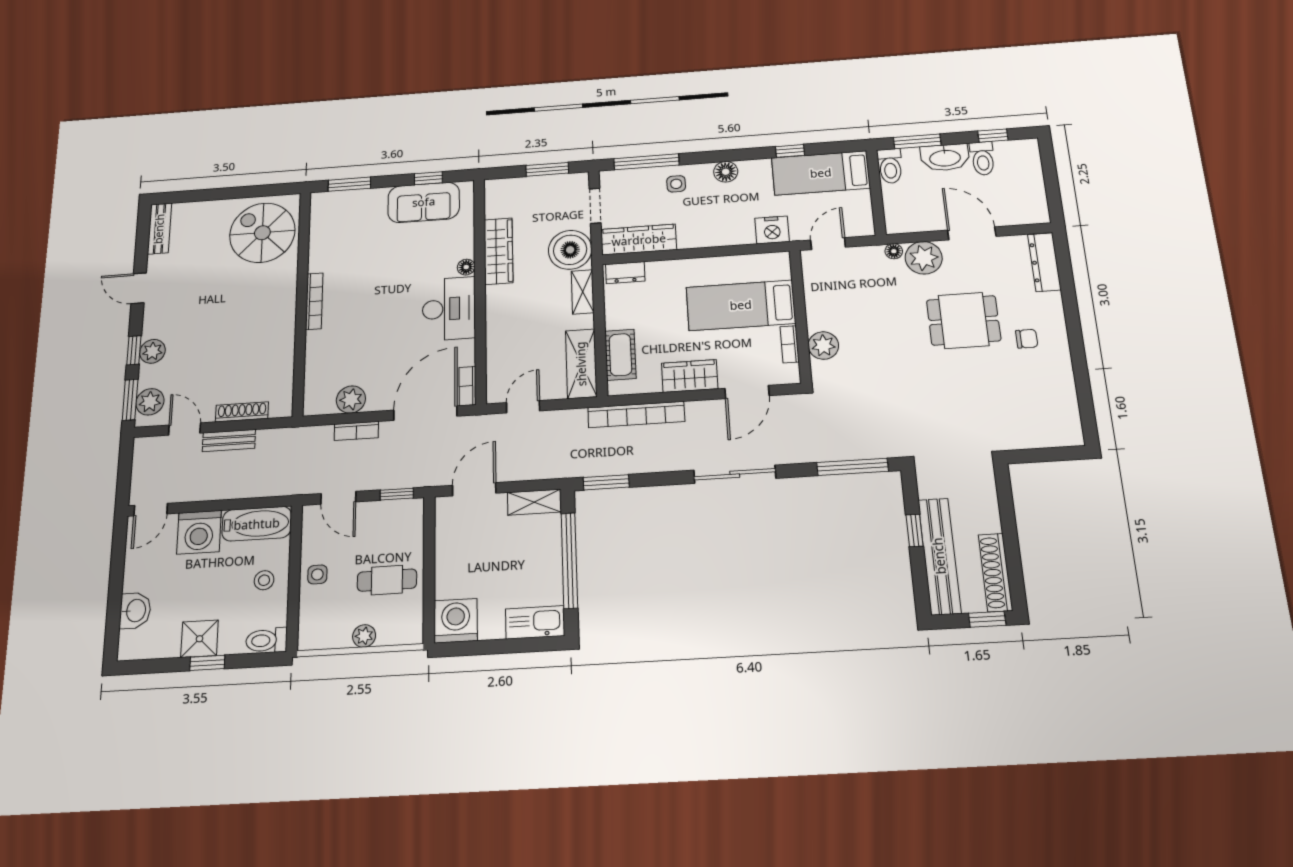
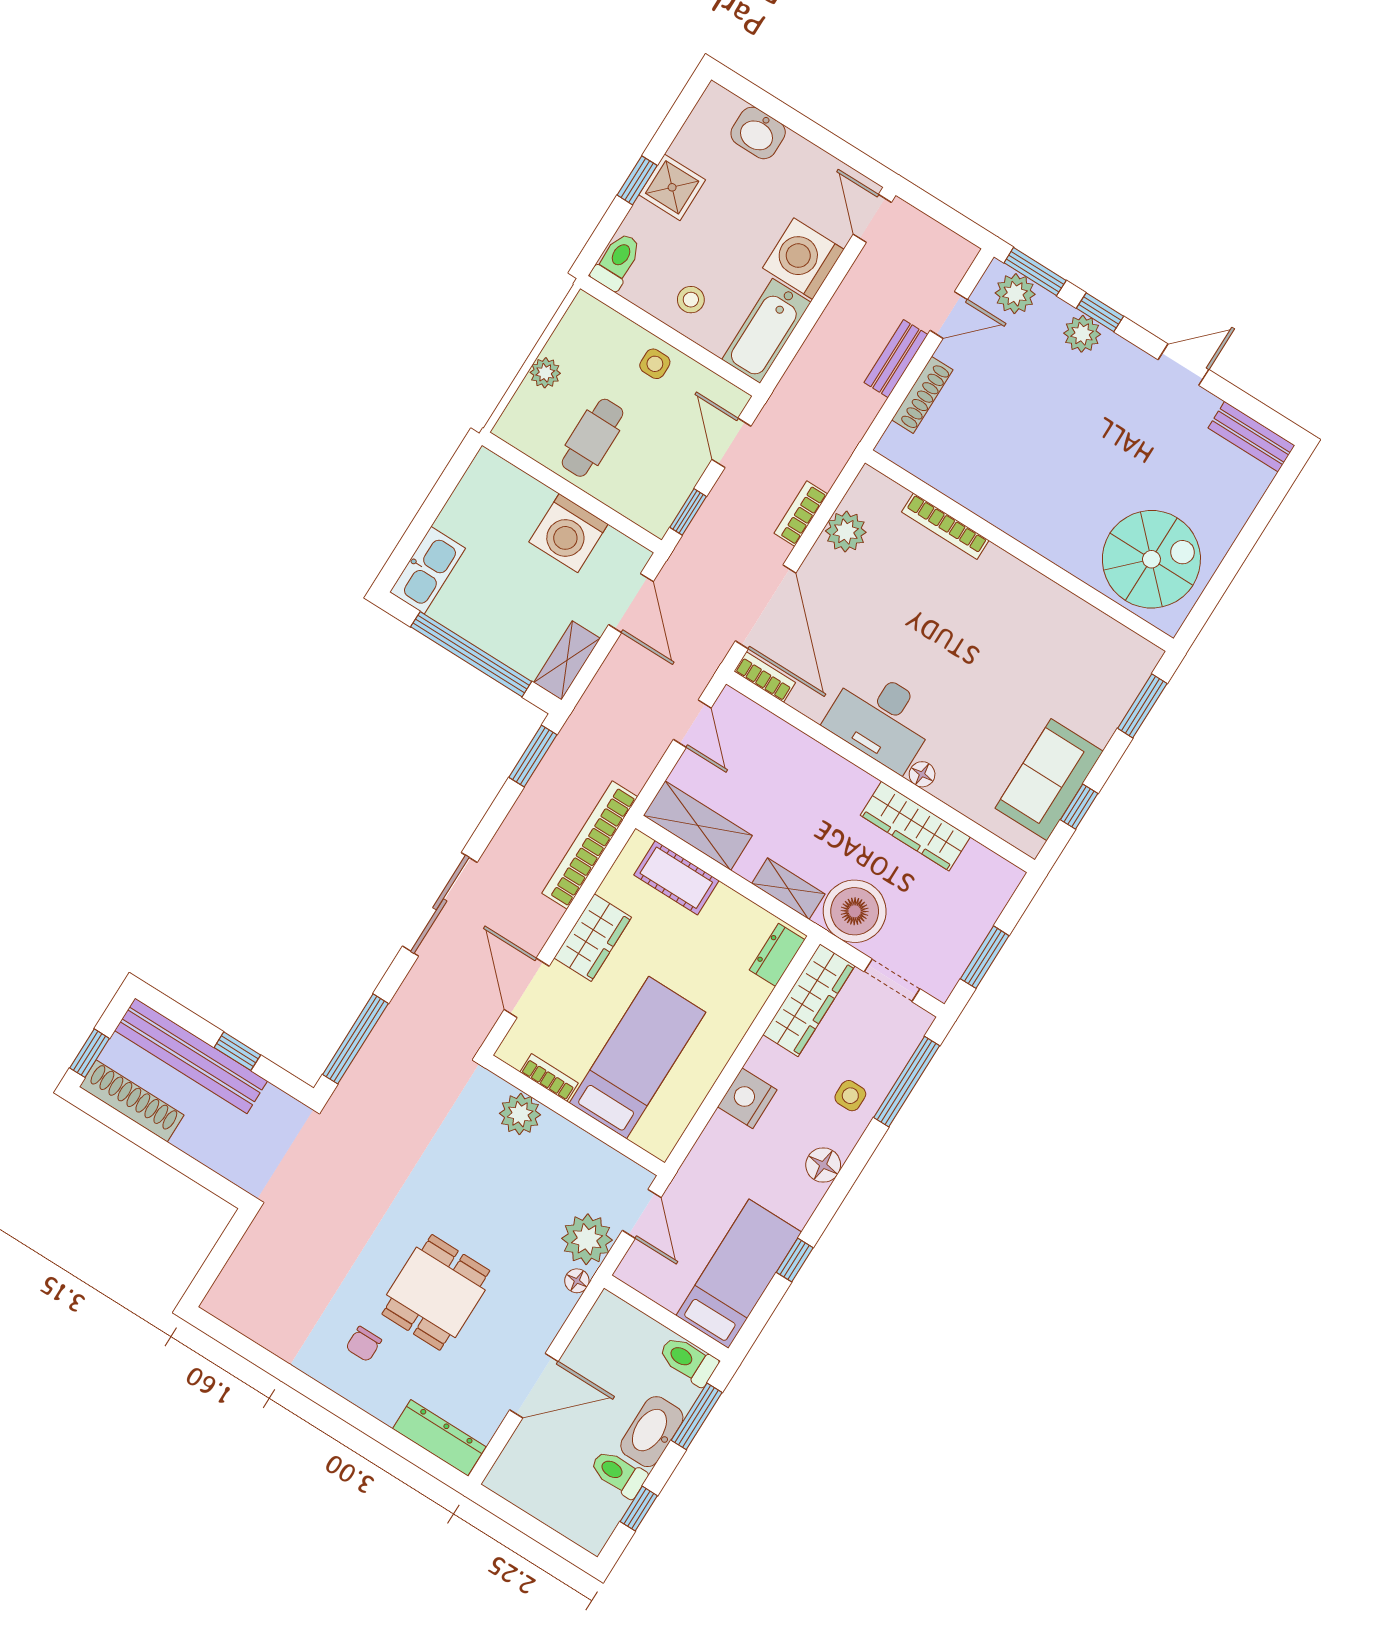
nightstand: (772, 230) -> (747, 1098), moved
plant: (924, 258) -> (587, 1239), moved
bookcase: (314, 301) -> (945, 526), moved
door: (338, 498) -> (731, 443), hinge flipped
washing machine: (456, 621) -> (568, 533), moved, turned 90

